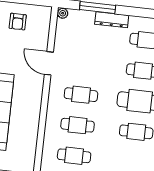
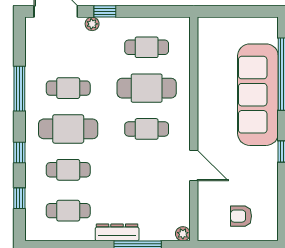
armchair: (18, 22) -> (241, 216), turned -90
cafe table: (78, 125) -> (147, 88), width x1.37, depth x1.35

